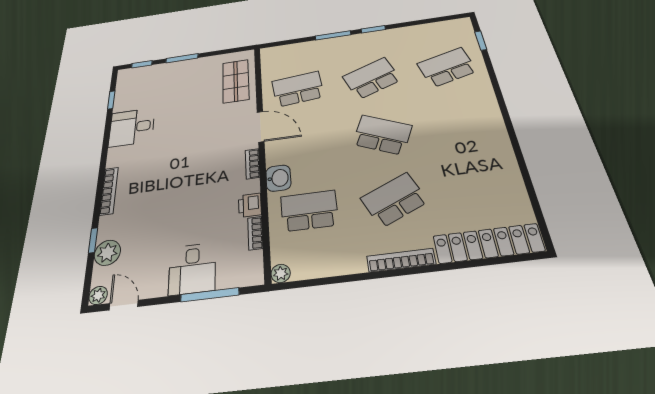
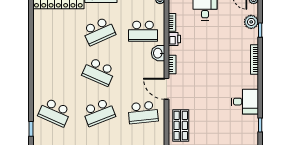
school desk: (447, 67) -> (55, 112), turned 39

